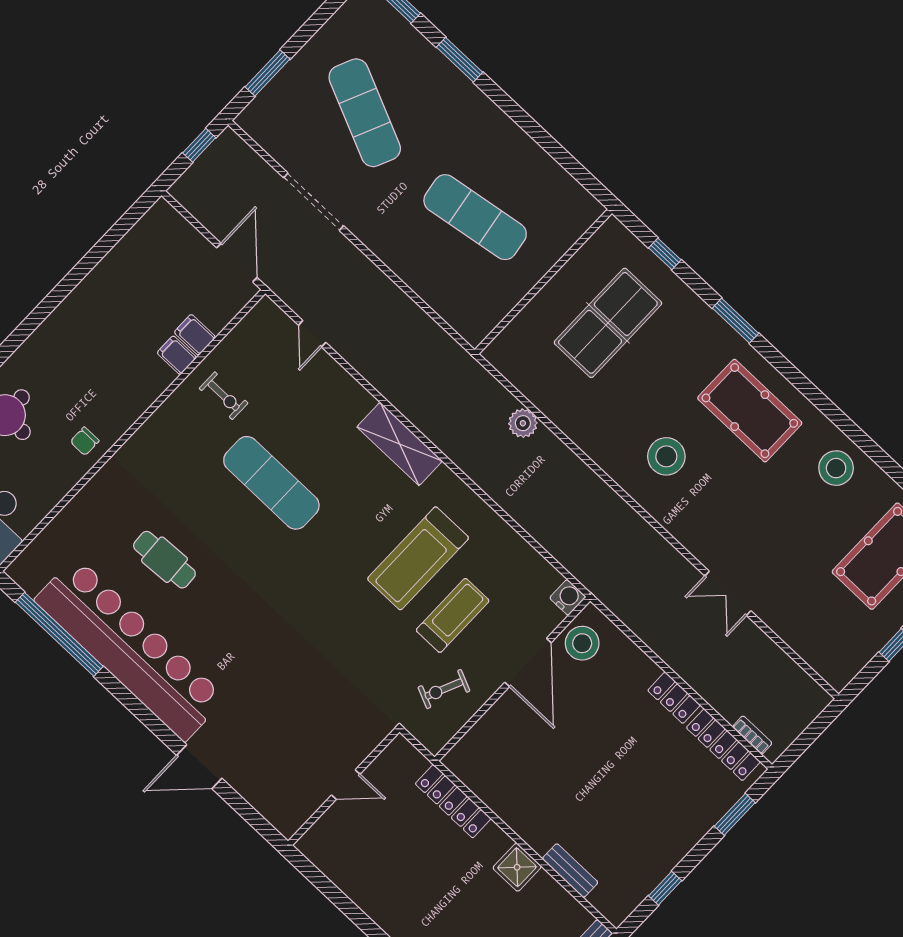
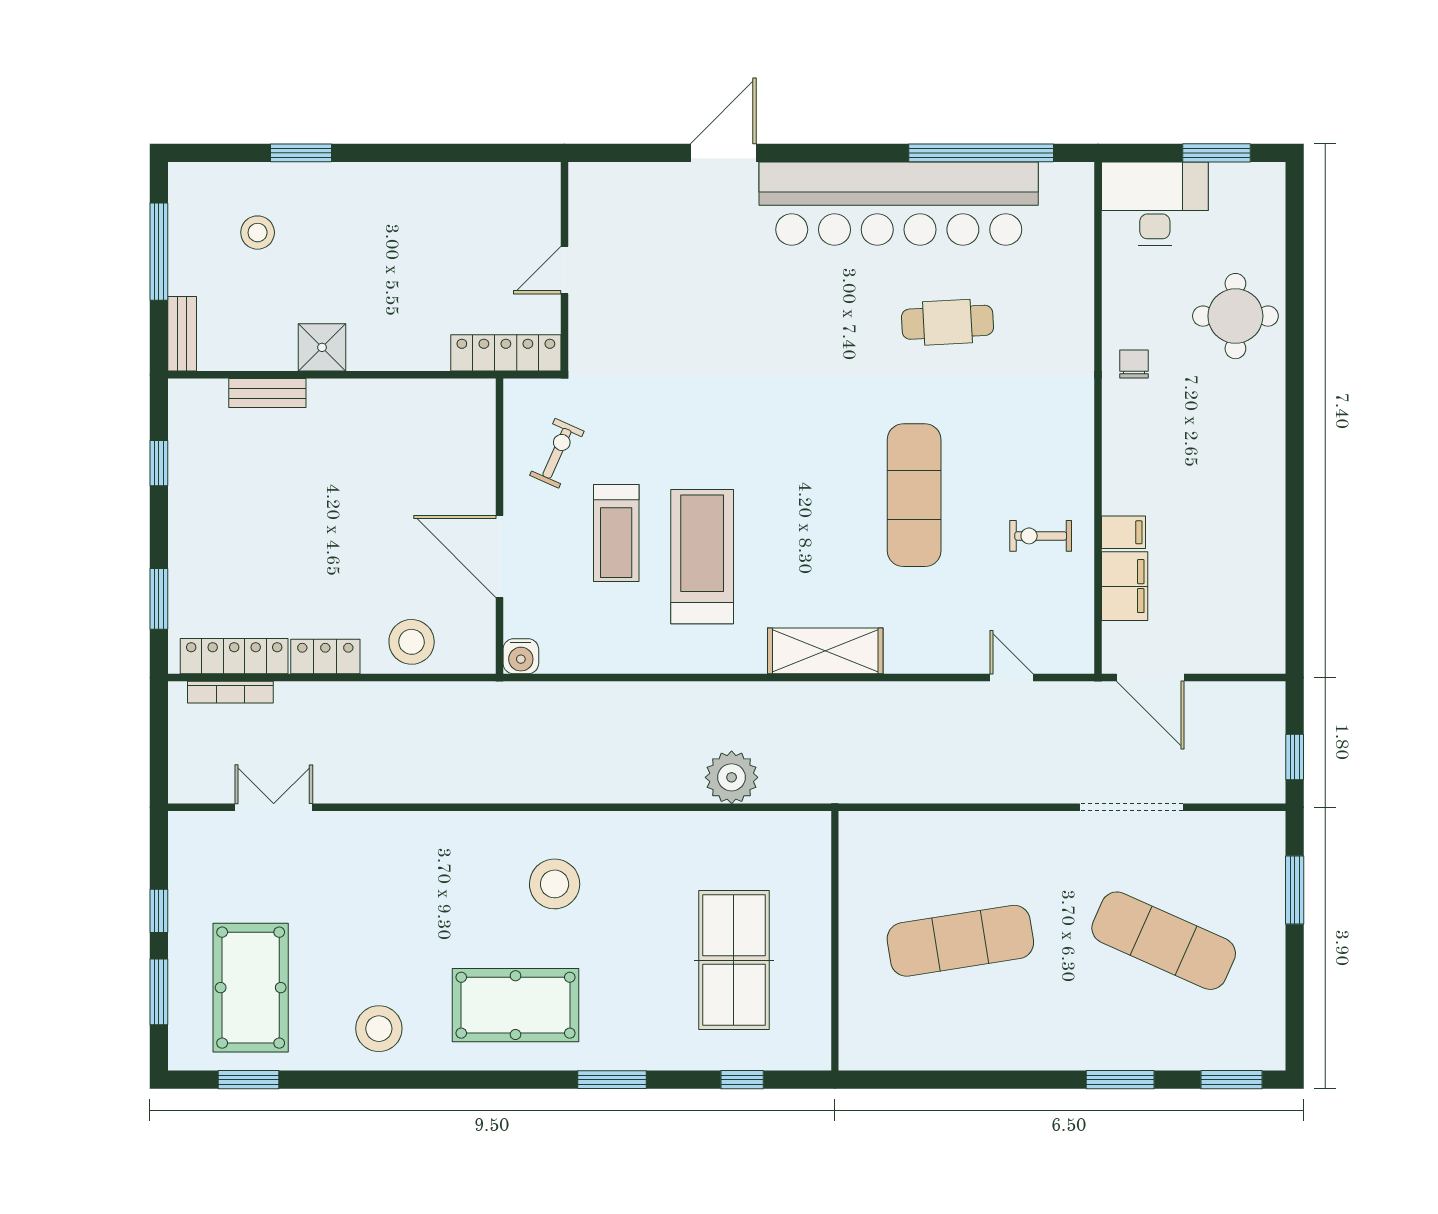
filing cabinet: (195, 335) -> (1125, 586), width x2.00
plant: (523, 423) -> (732, 777), width x1.36, depth x1.36
exercise mat: (271, 483) -> (914, 495), turned 90
double door: (728, 593) -> (274, 807), moved
stool: (582, 643) -> (412, 642), moved
bookcase: (752, 735) -> (230, 692), width x1.56
locker: (453, 801) -> (506, 353), moved

